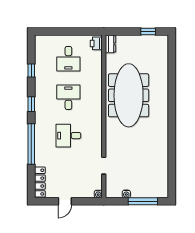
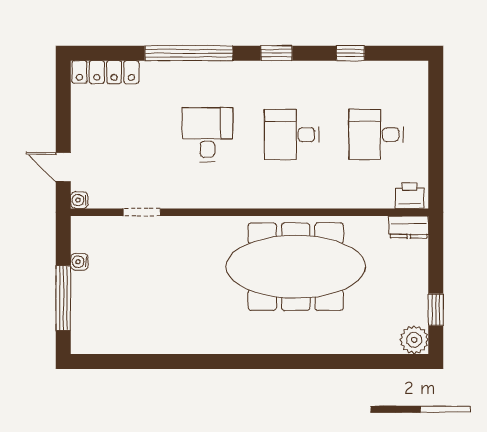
plant: (162, 41) -> (414, 340), added
desk: (68, 97) -> (292, 135), turned 180
door: (65, 201) -> (63, 167), moved

